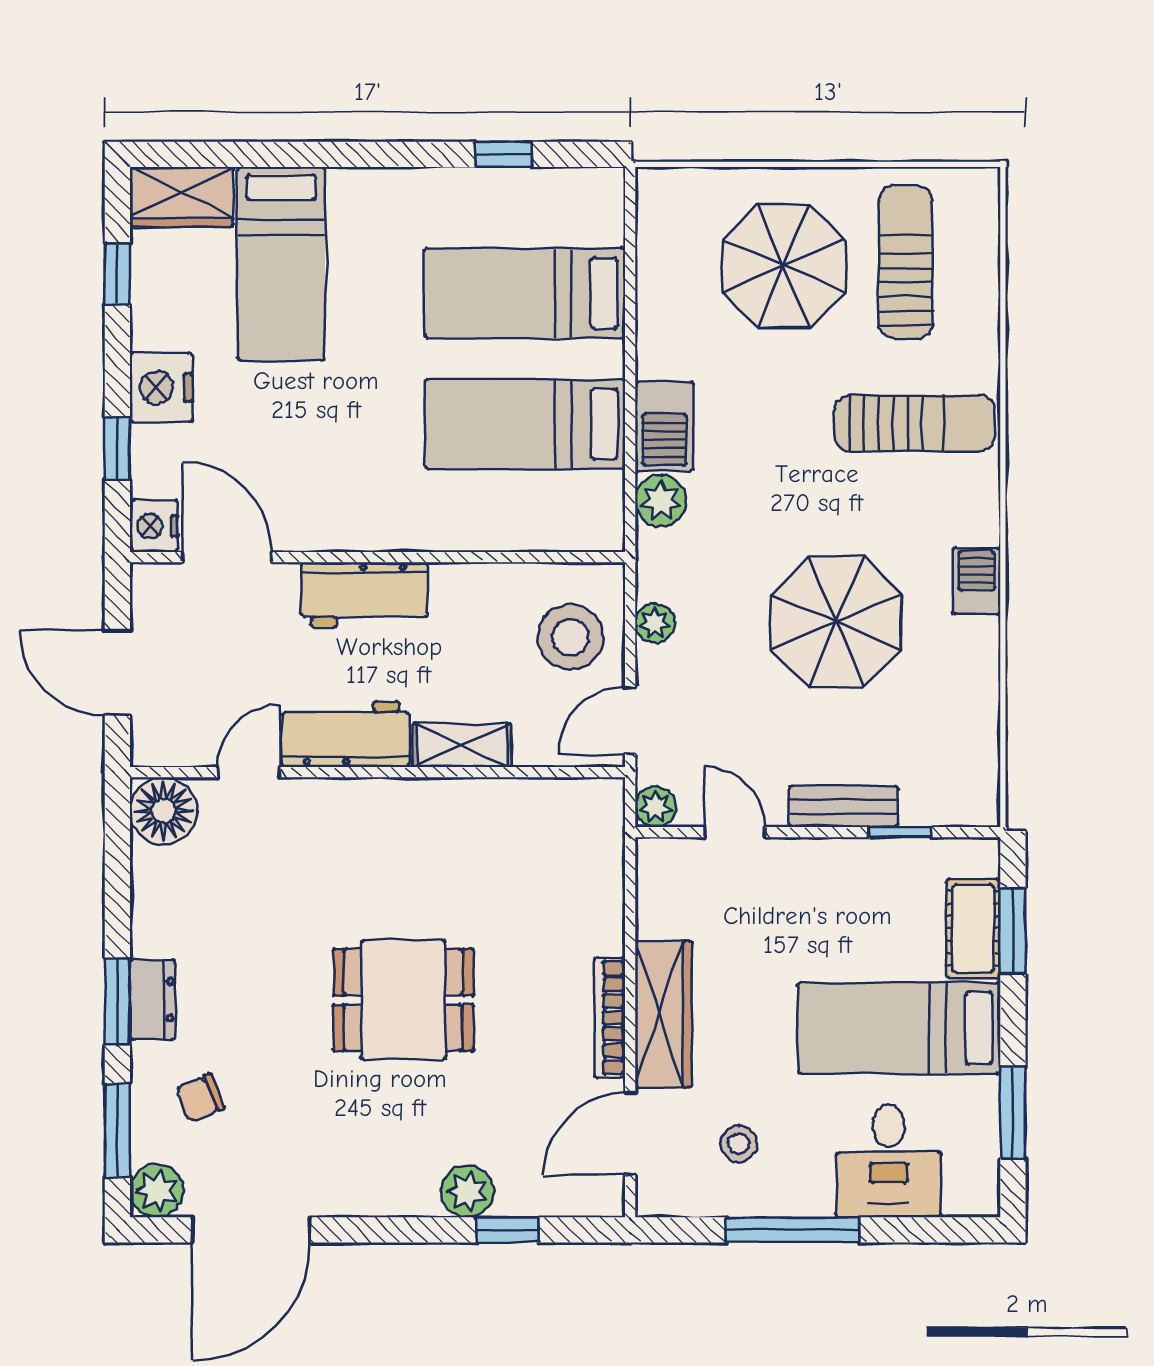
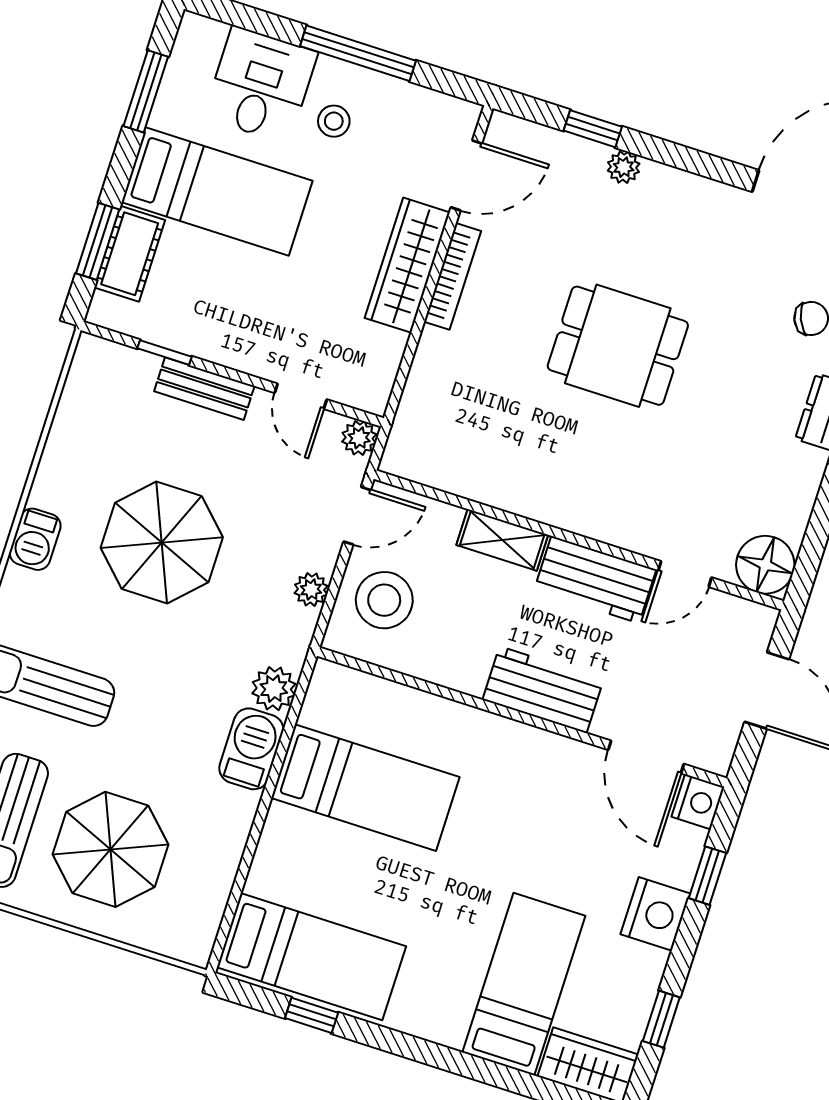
bed: (525, 293) -> (311, 957), moved
stool: (739, 1144) -> (334, 121), moved
plant: (467, 1191) -> (624, 167), width x0.73, depth x0.73

